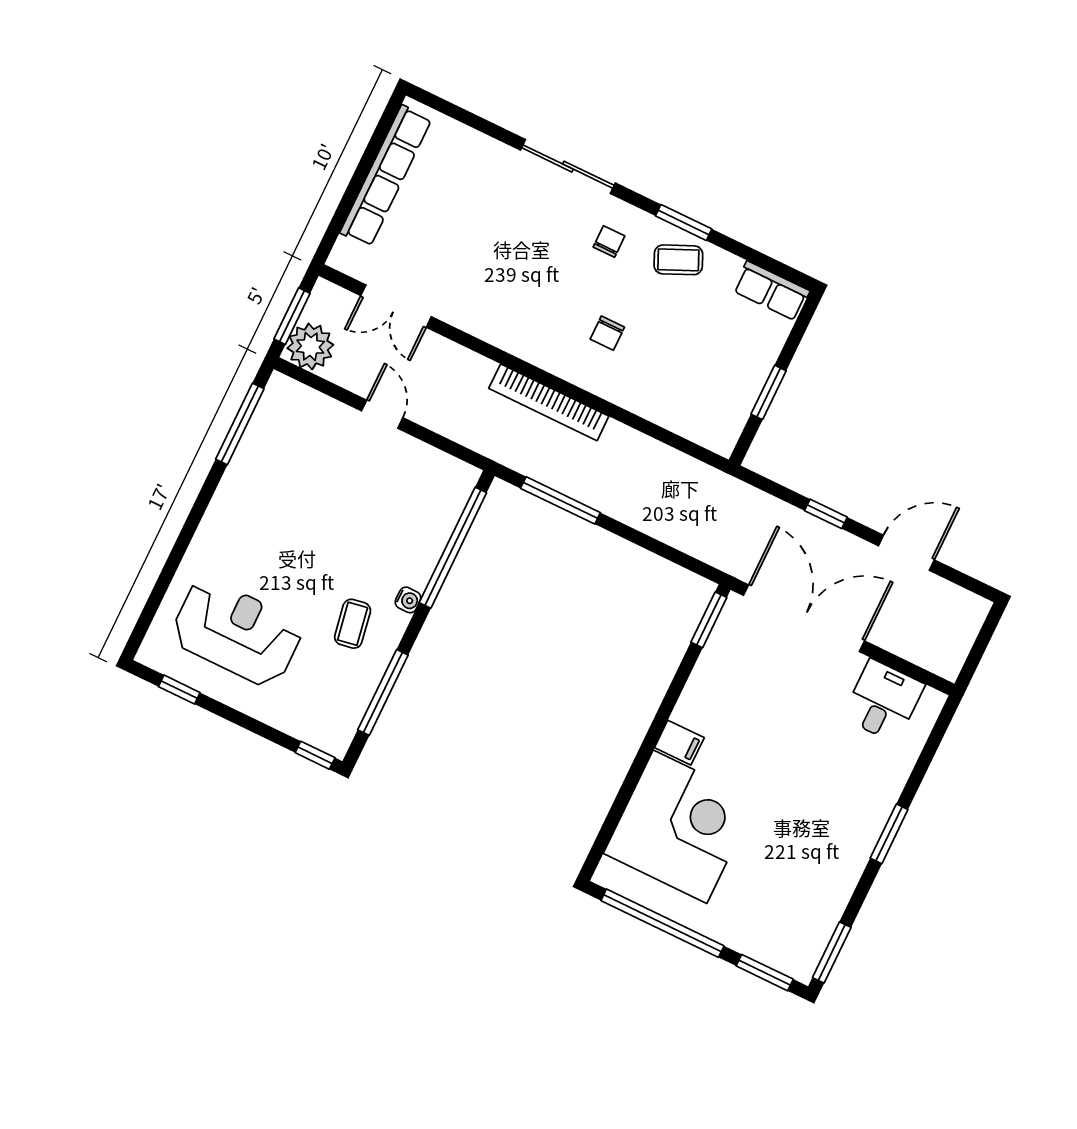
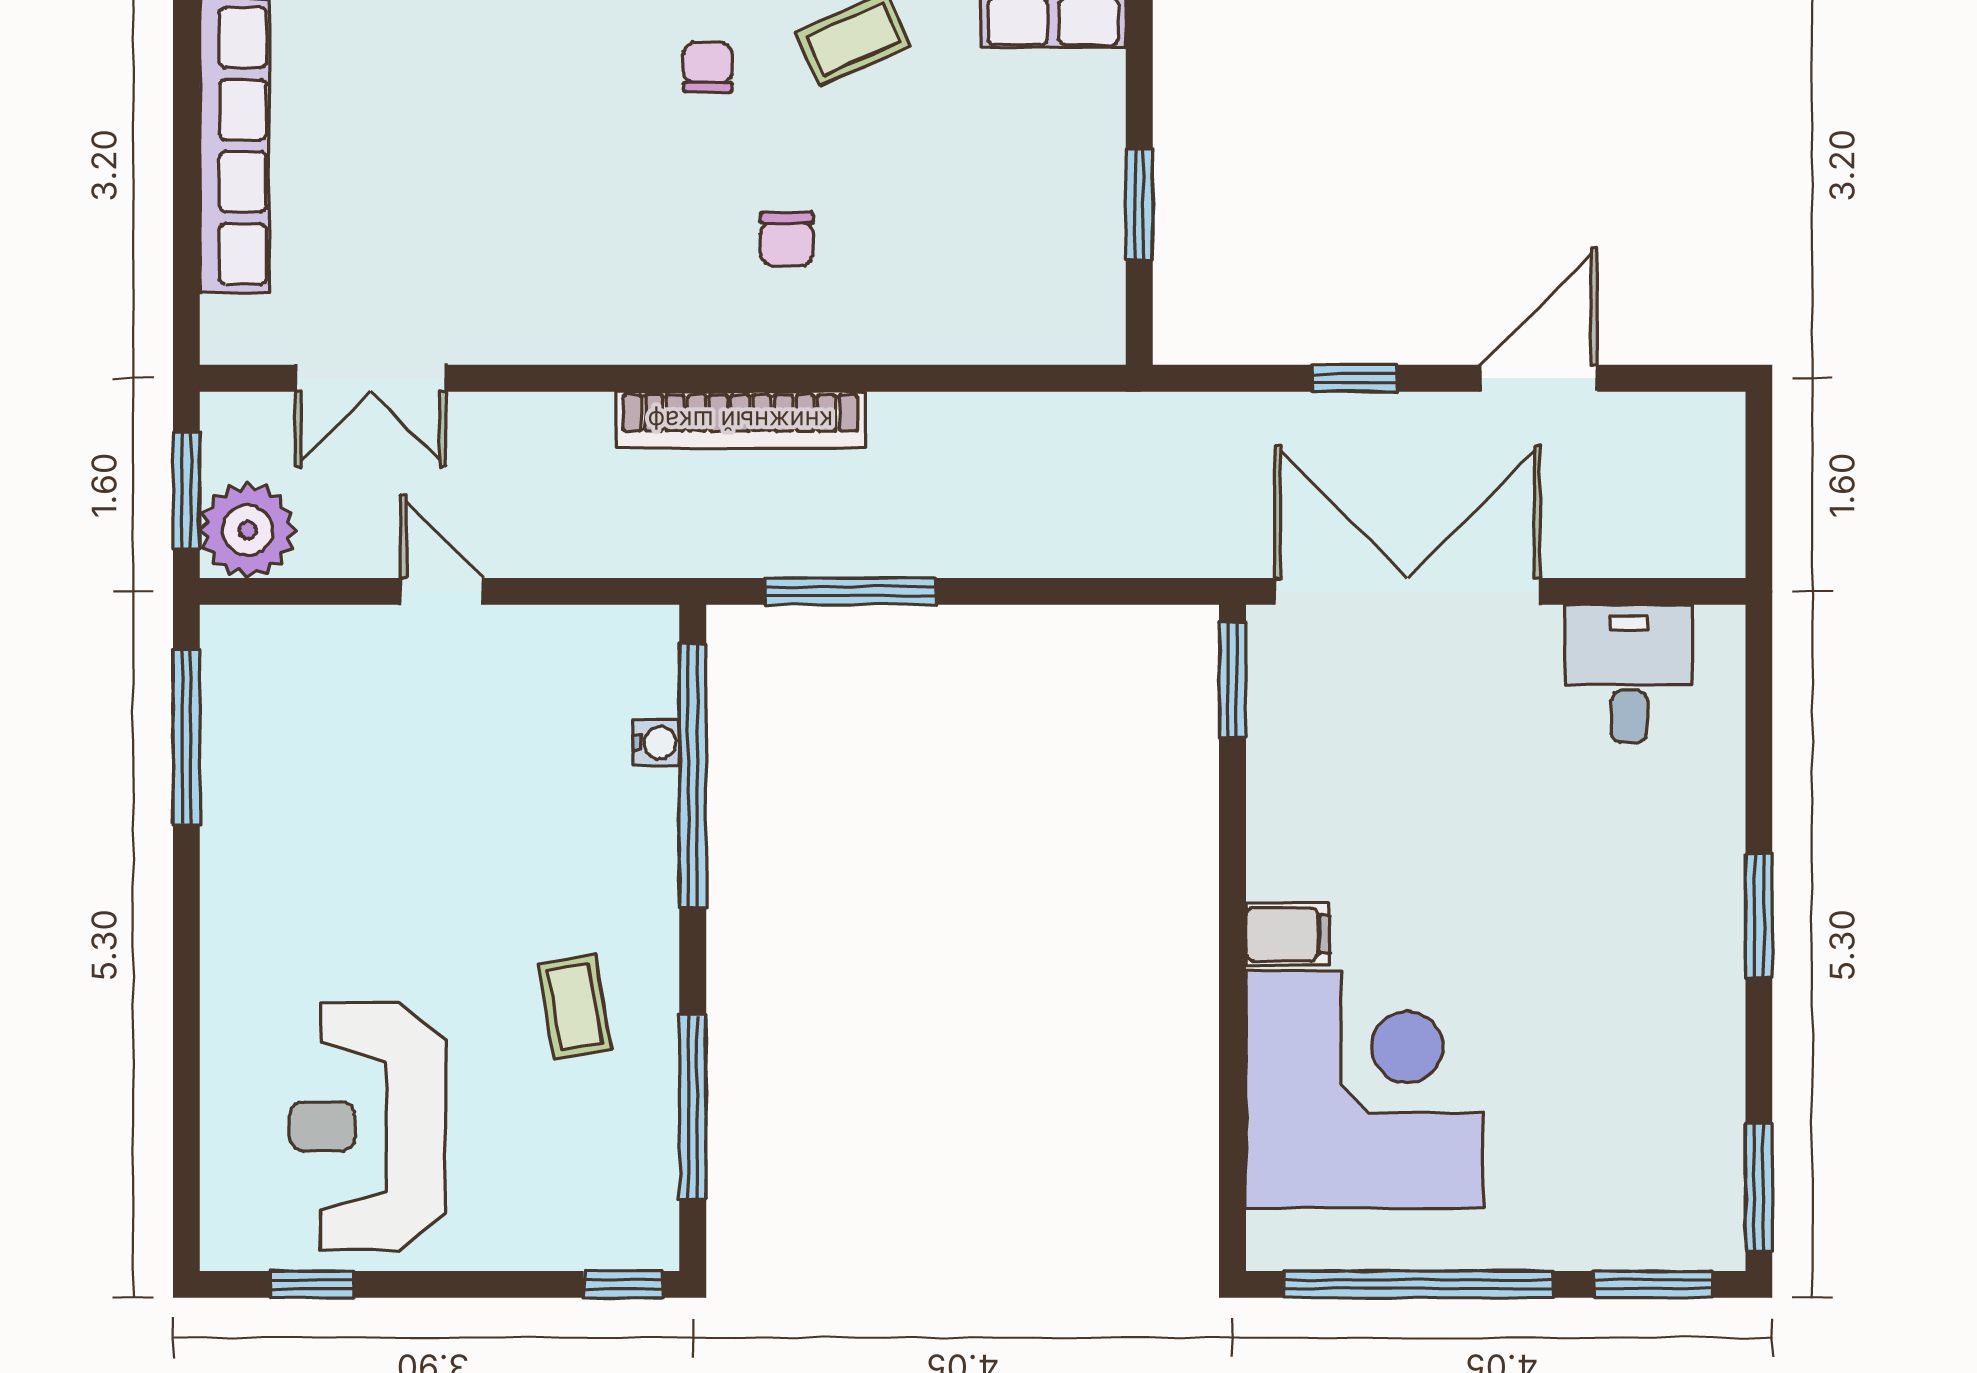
water cooler: (408, 600) -> (656, 743), moved
reception desk: (237, 632) -> (367, 1126), turned -90

